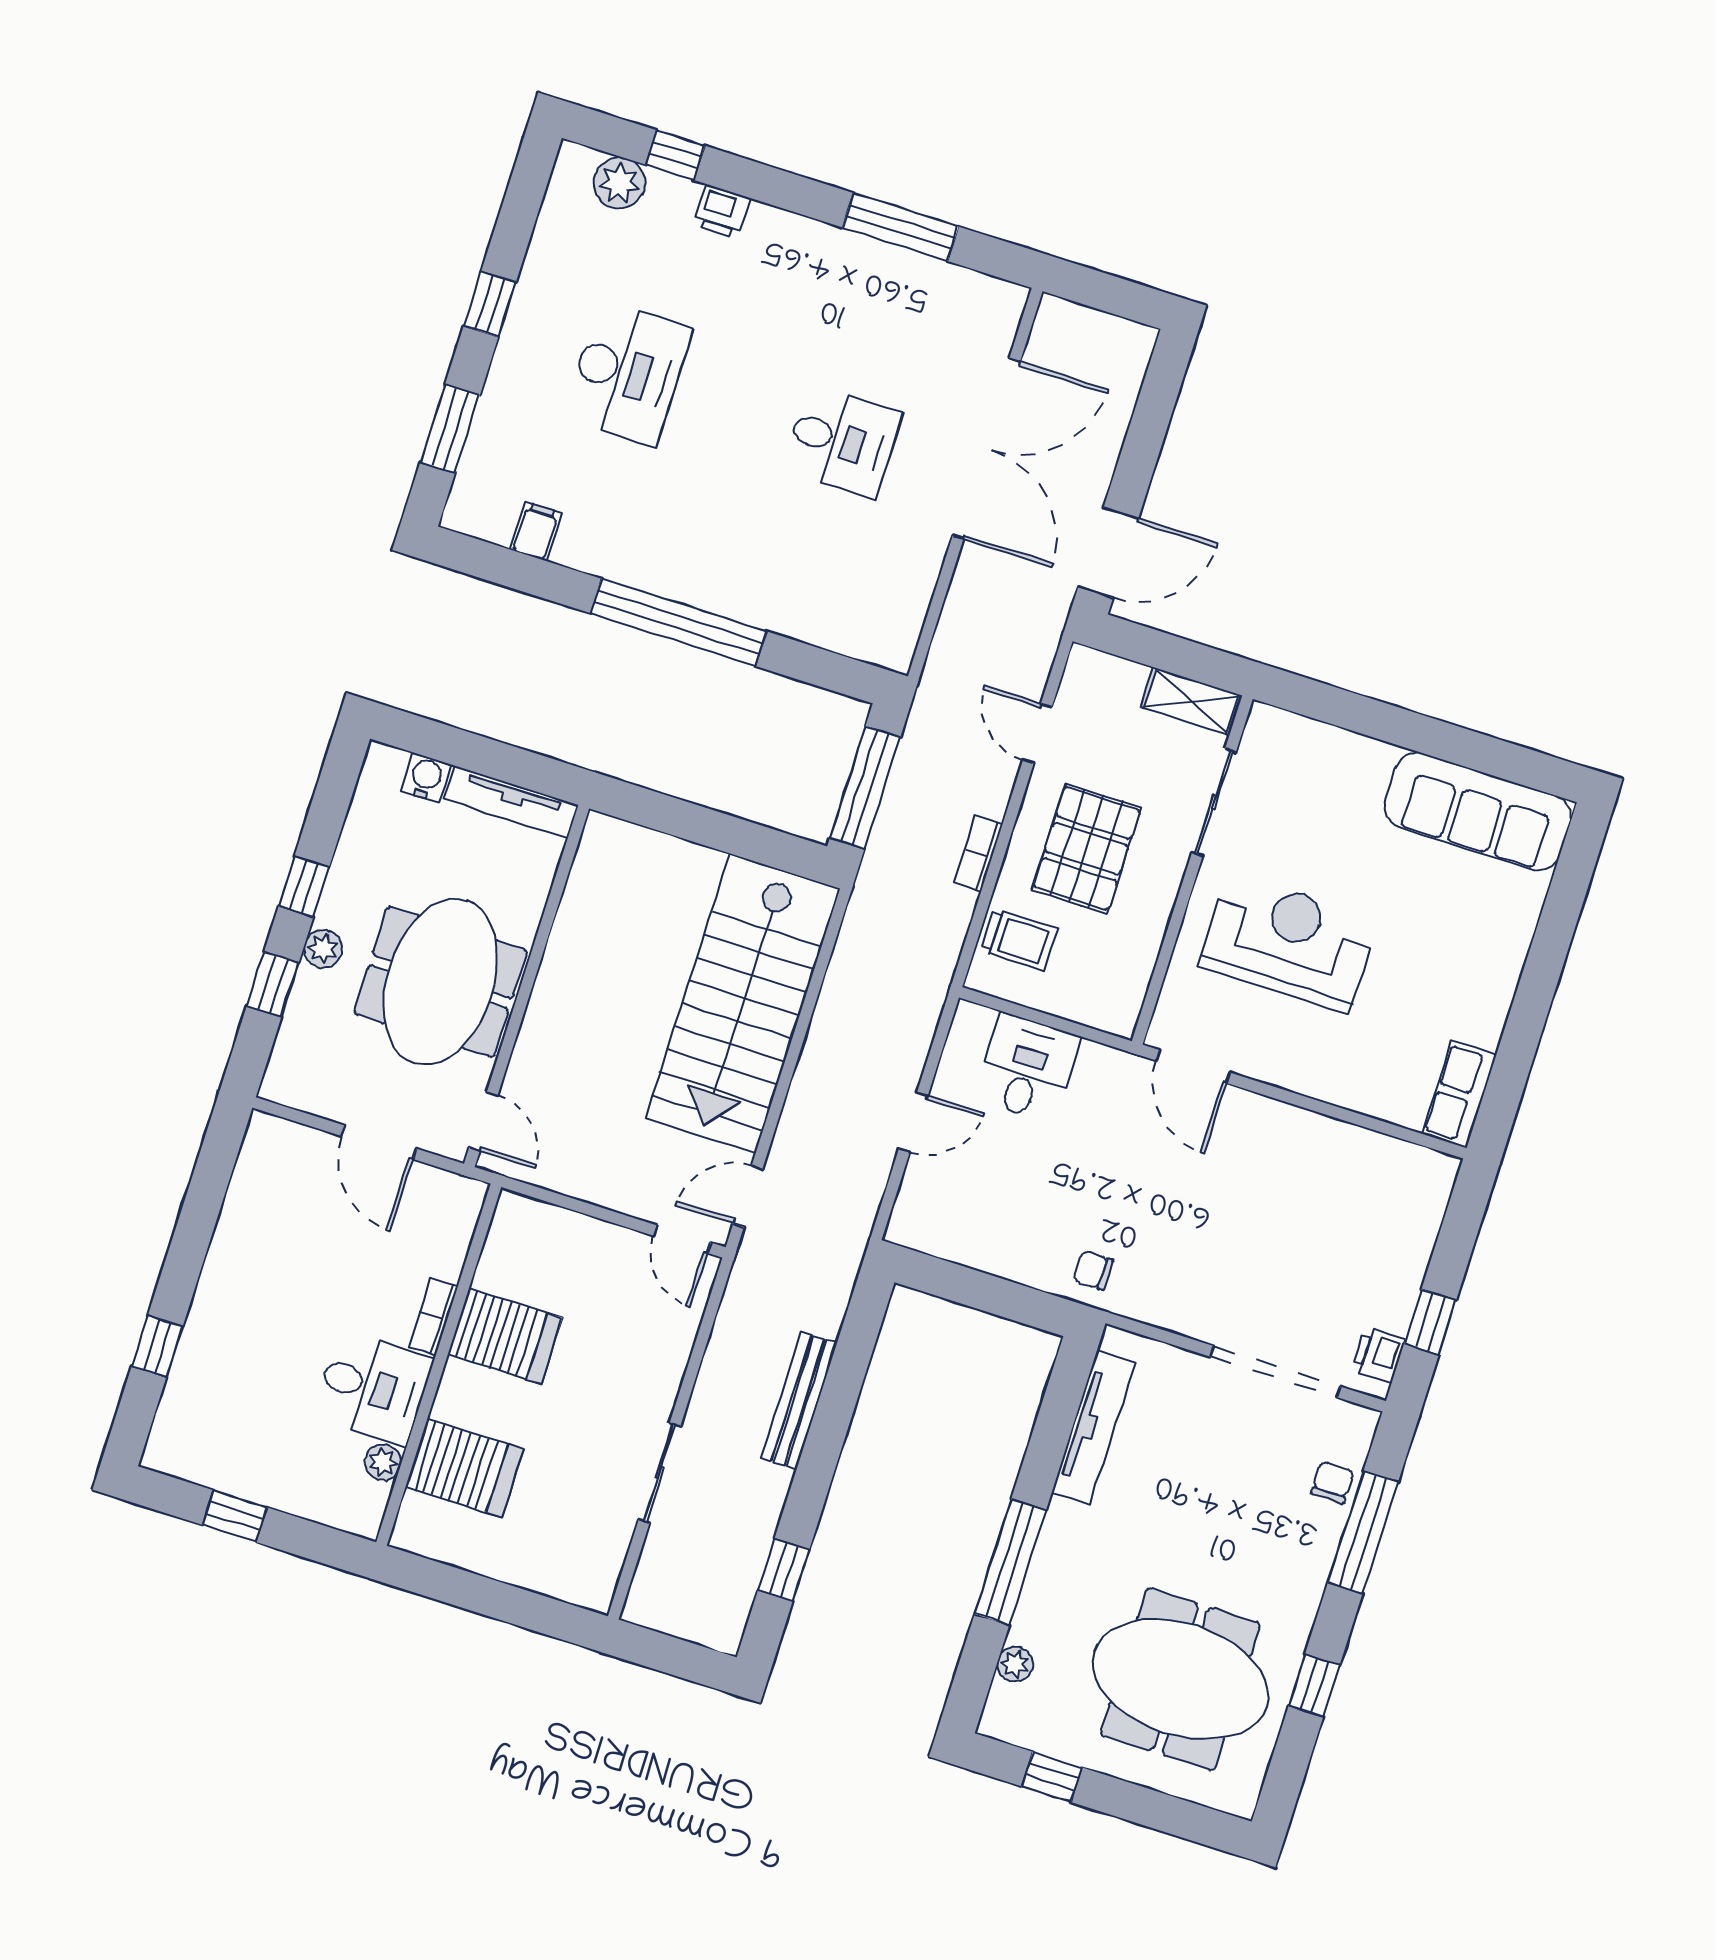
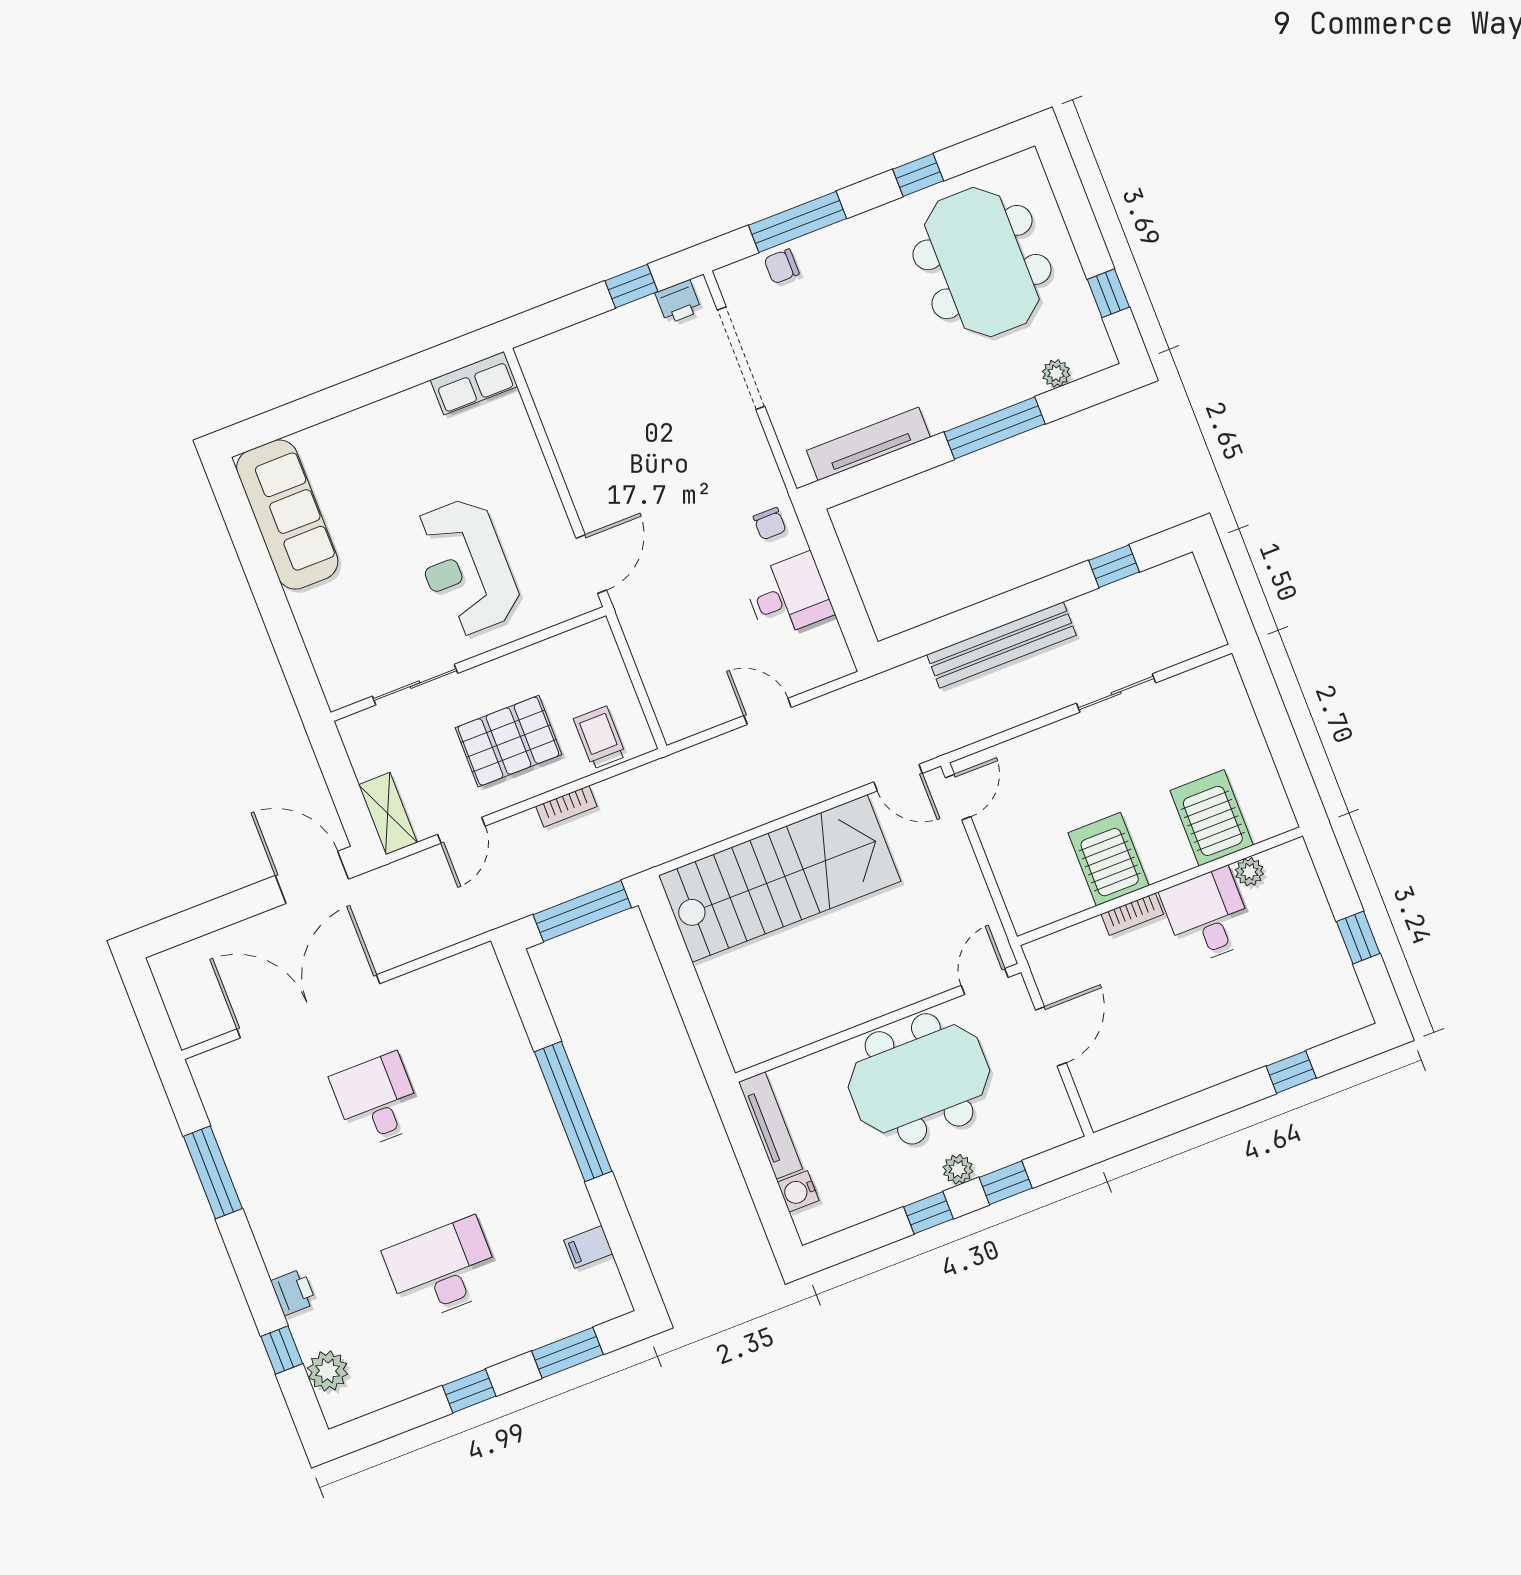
shelving: (1191, 701) -> (388, 814), moved
desk: (1027, 1068) -> (788, 596), moved, turned 180
bench: (799, 1401) -> (1001, 645), width x1.37, depth x1.21

